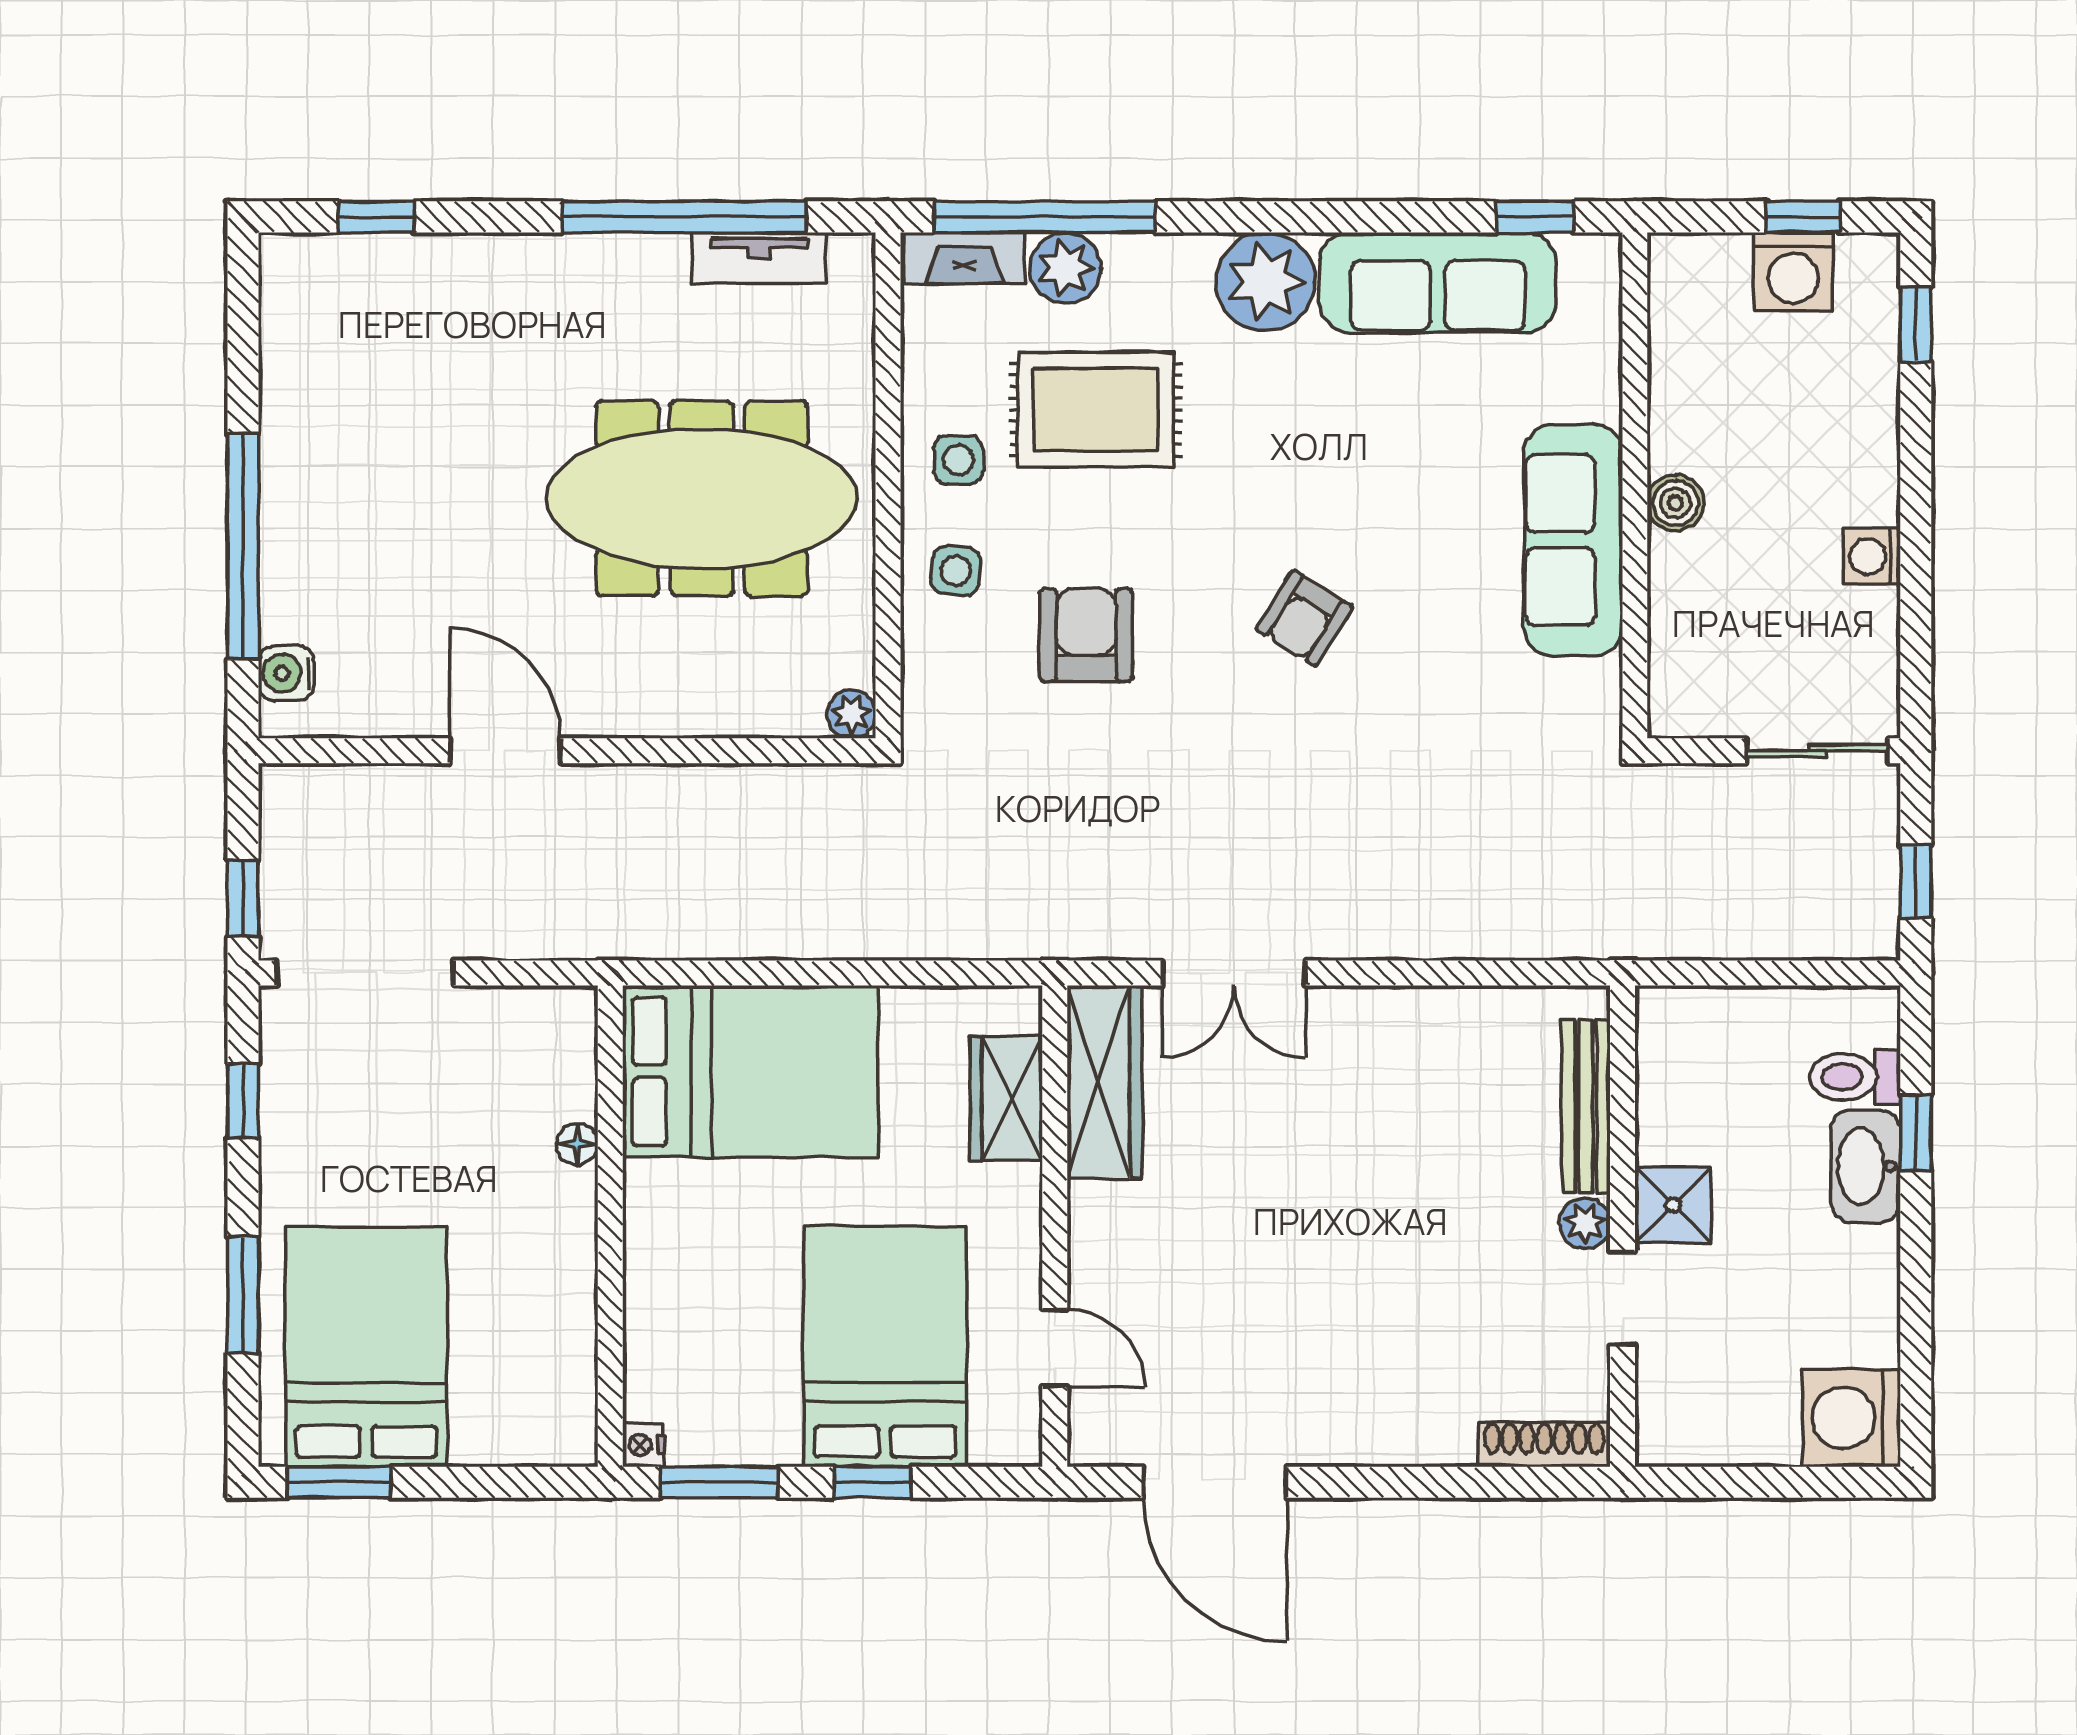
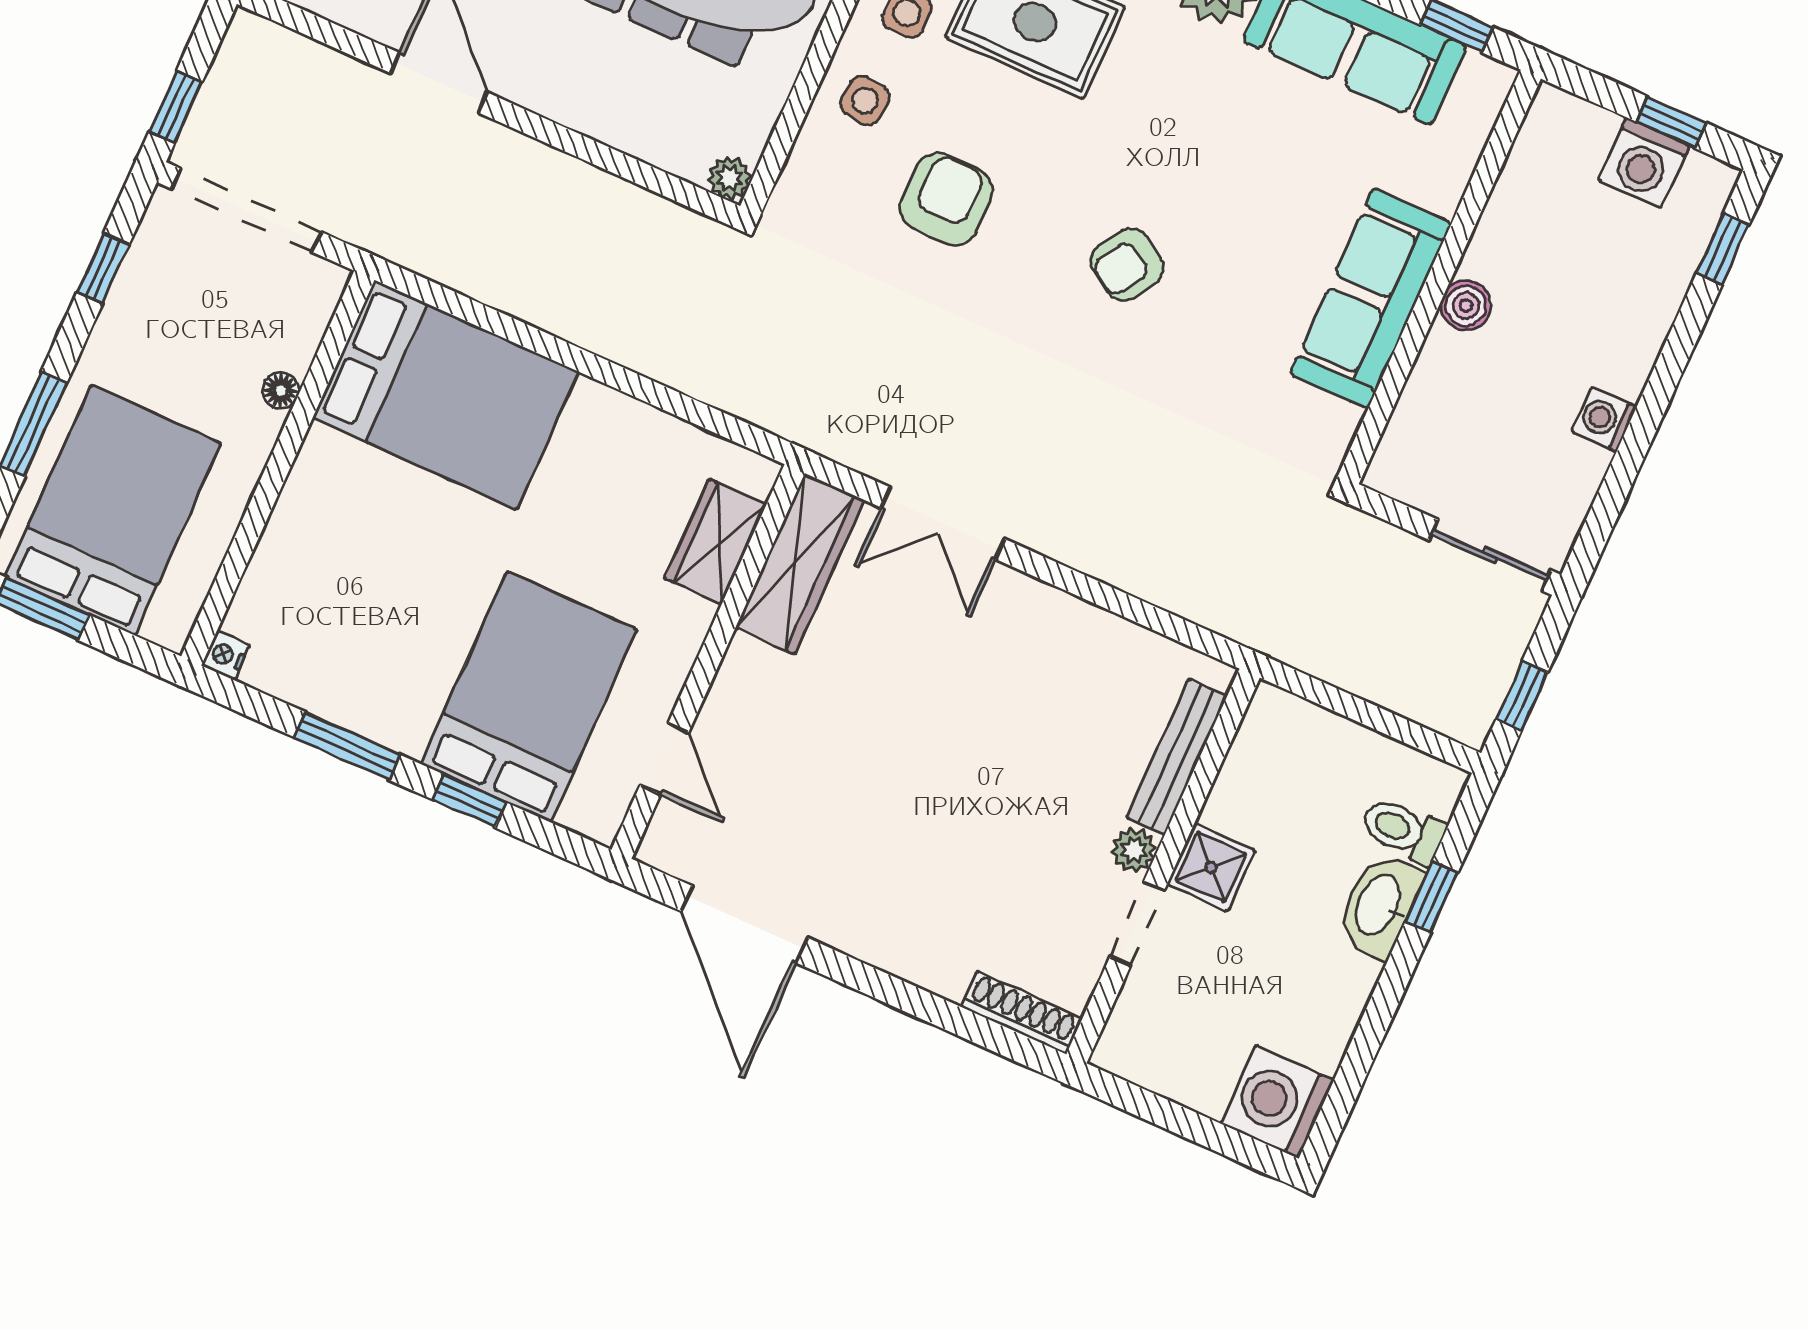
bed: (750, 1072) -> (446, 395), moved
floor lamp: (577, 1144) -> (281, 391), moved
wall: (610, 1226) -> (278, 468), moved
nightstand: (643, 1445) -> (225, 655), moved

